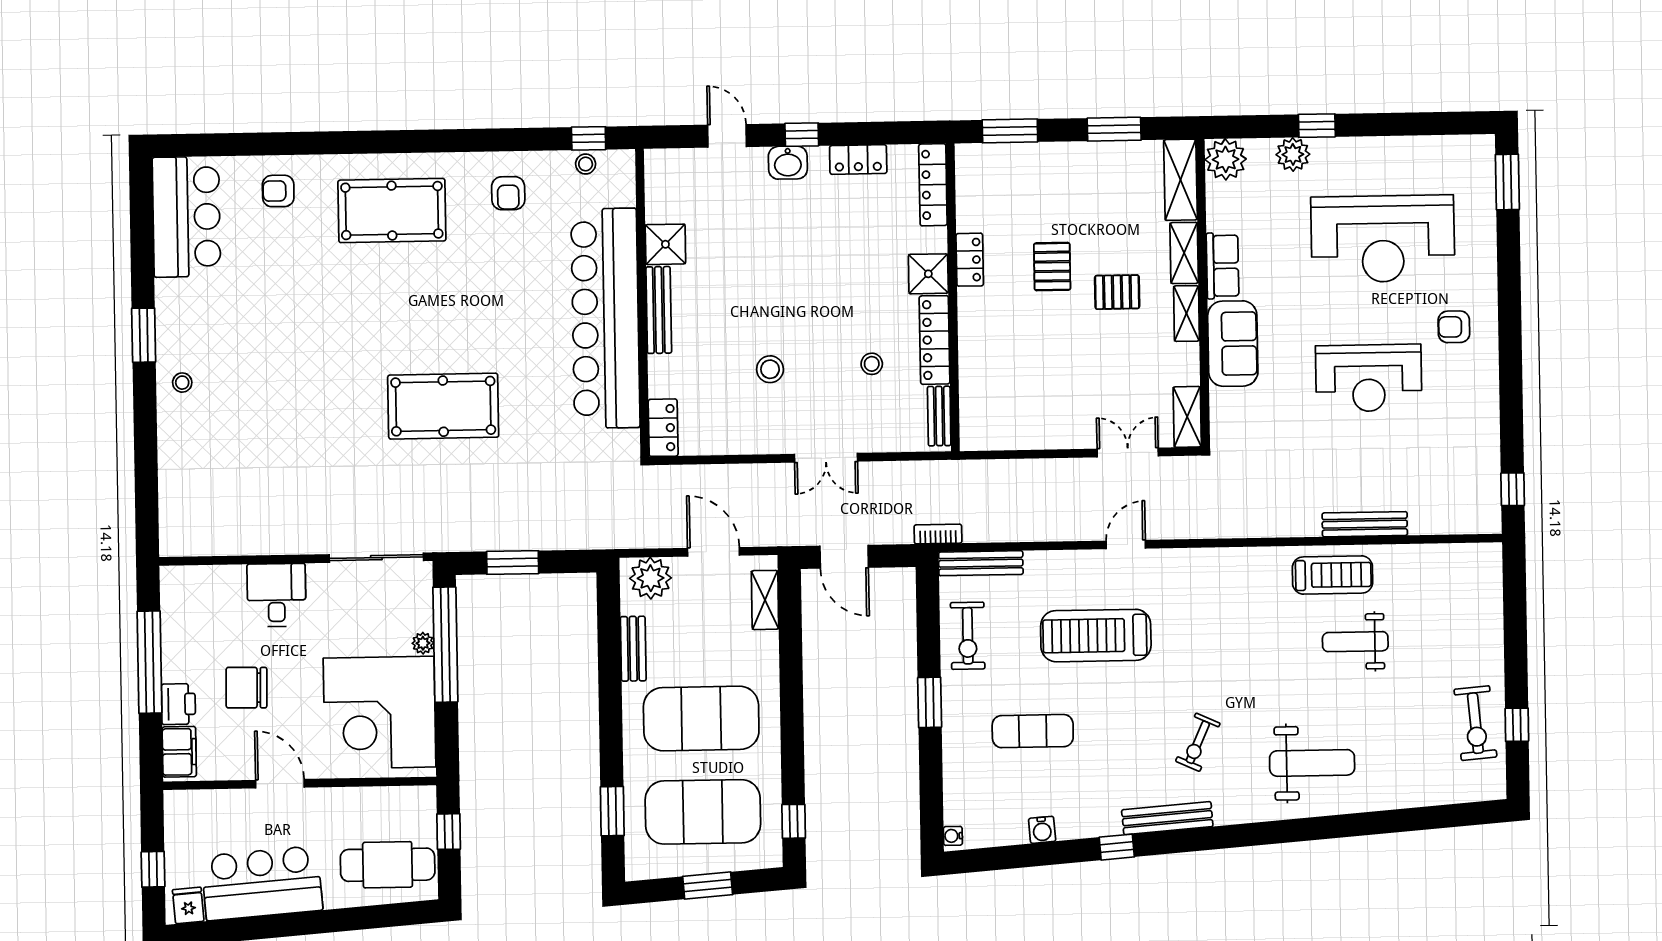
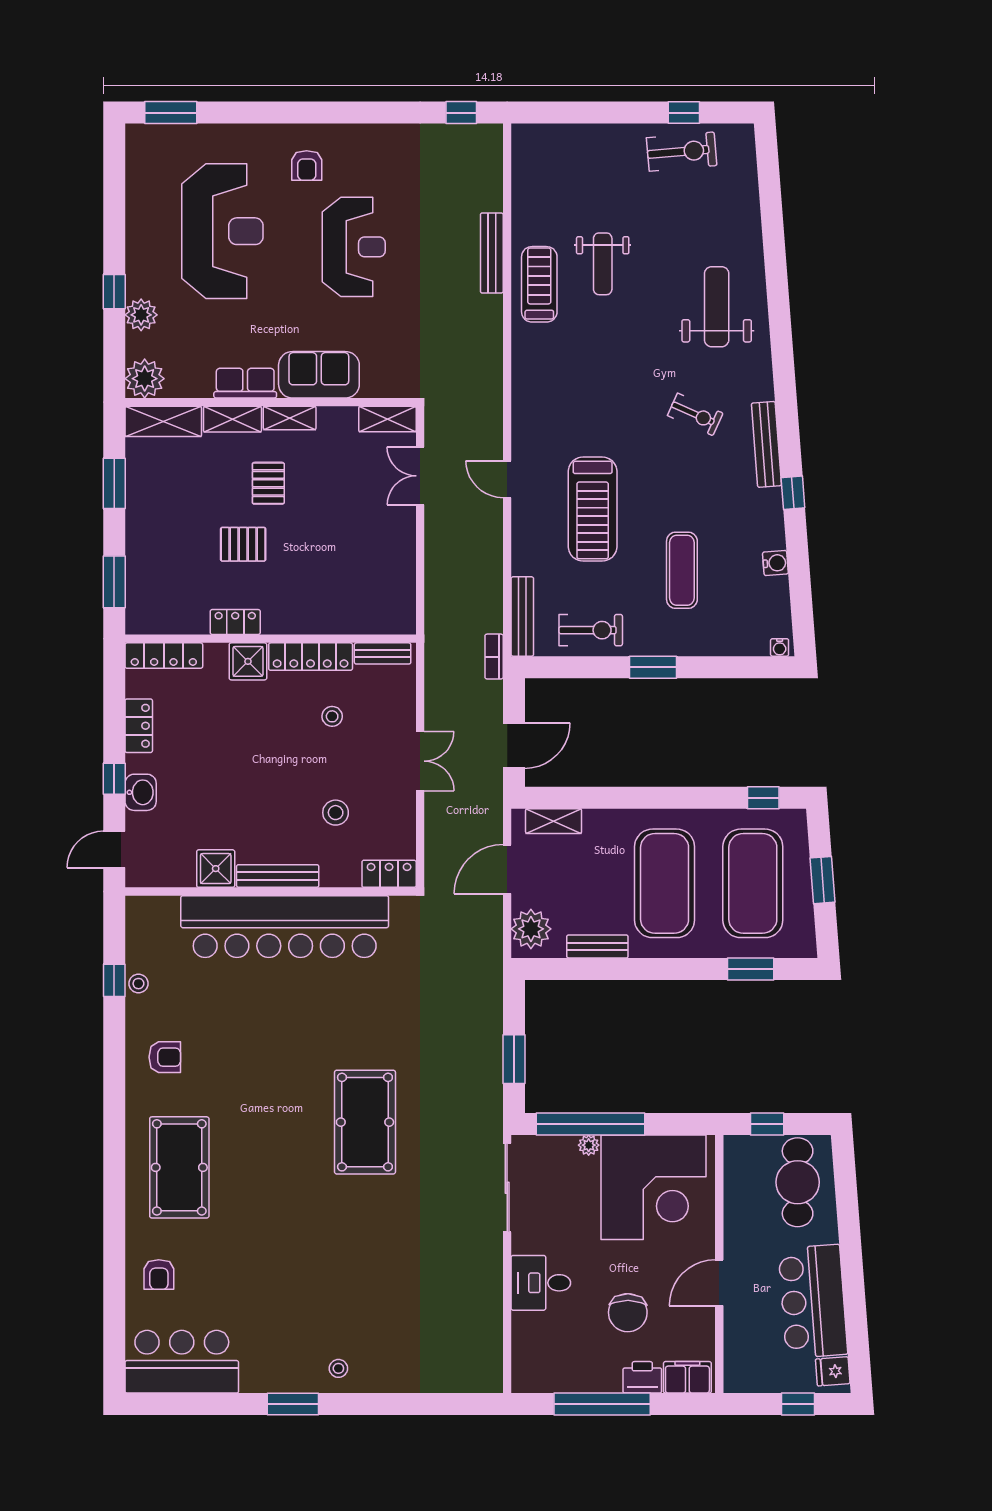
shower: (665, 244) -> (216, 869), moved
wall: (642, 303) -> (271, 892), moved
bench: (659, 310) -> (278, 876), moved
bar counter: (605, 318) -> (285, 927), moved
locker: (663, 428) -> (389, 874), moved

